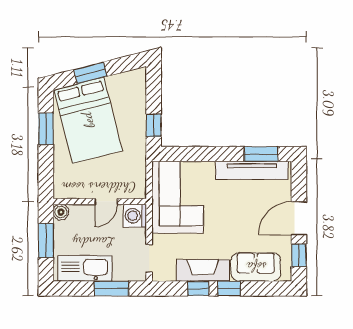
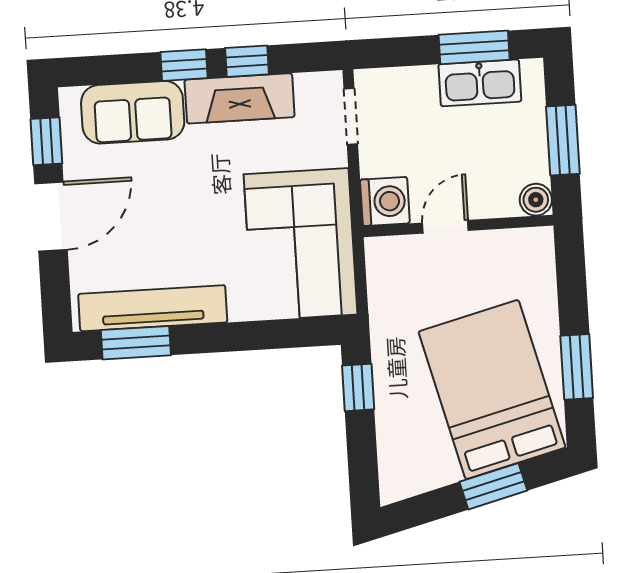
kitchen sink: (85, 268) -> (480, 83), width x0.73, depth x0.81
window: (111, 289) -> (474, 47), moved

